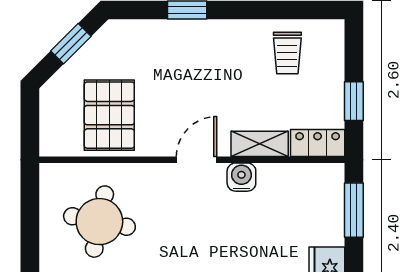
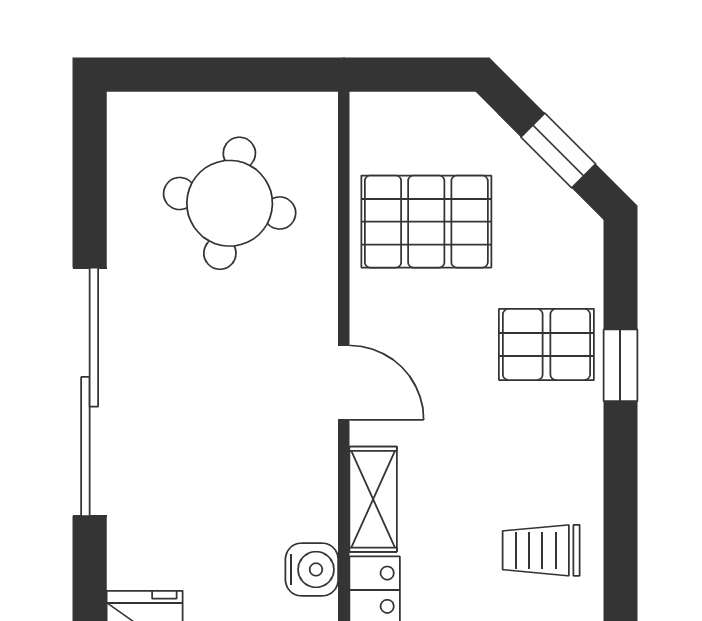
pallet: (176, 50) -> (546, 344), added
water cooler: (241, 177) -> (312, 569), moved

